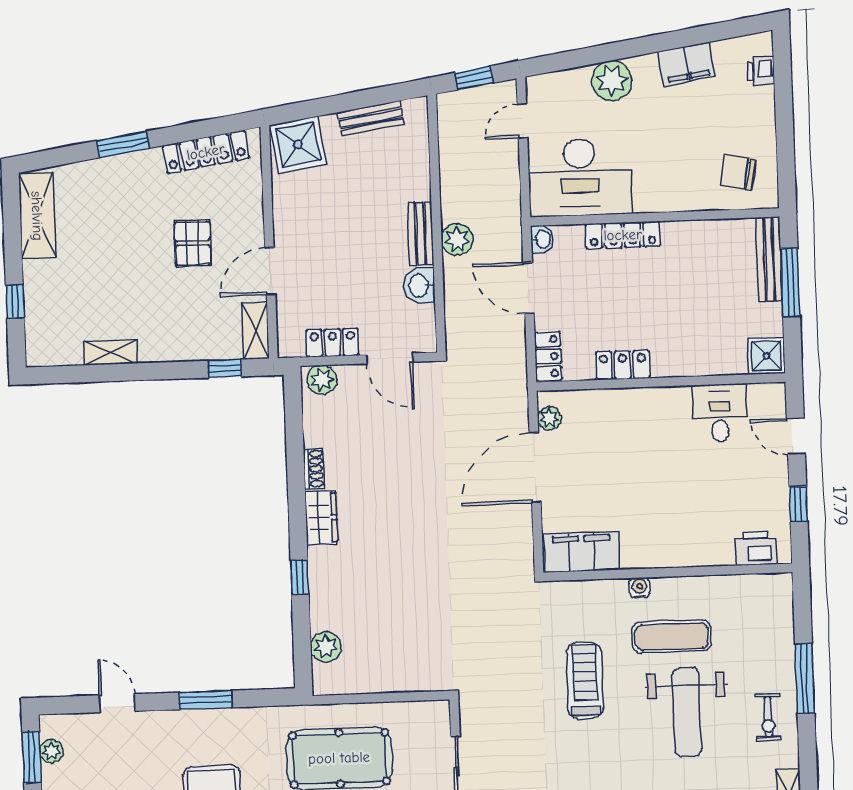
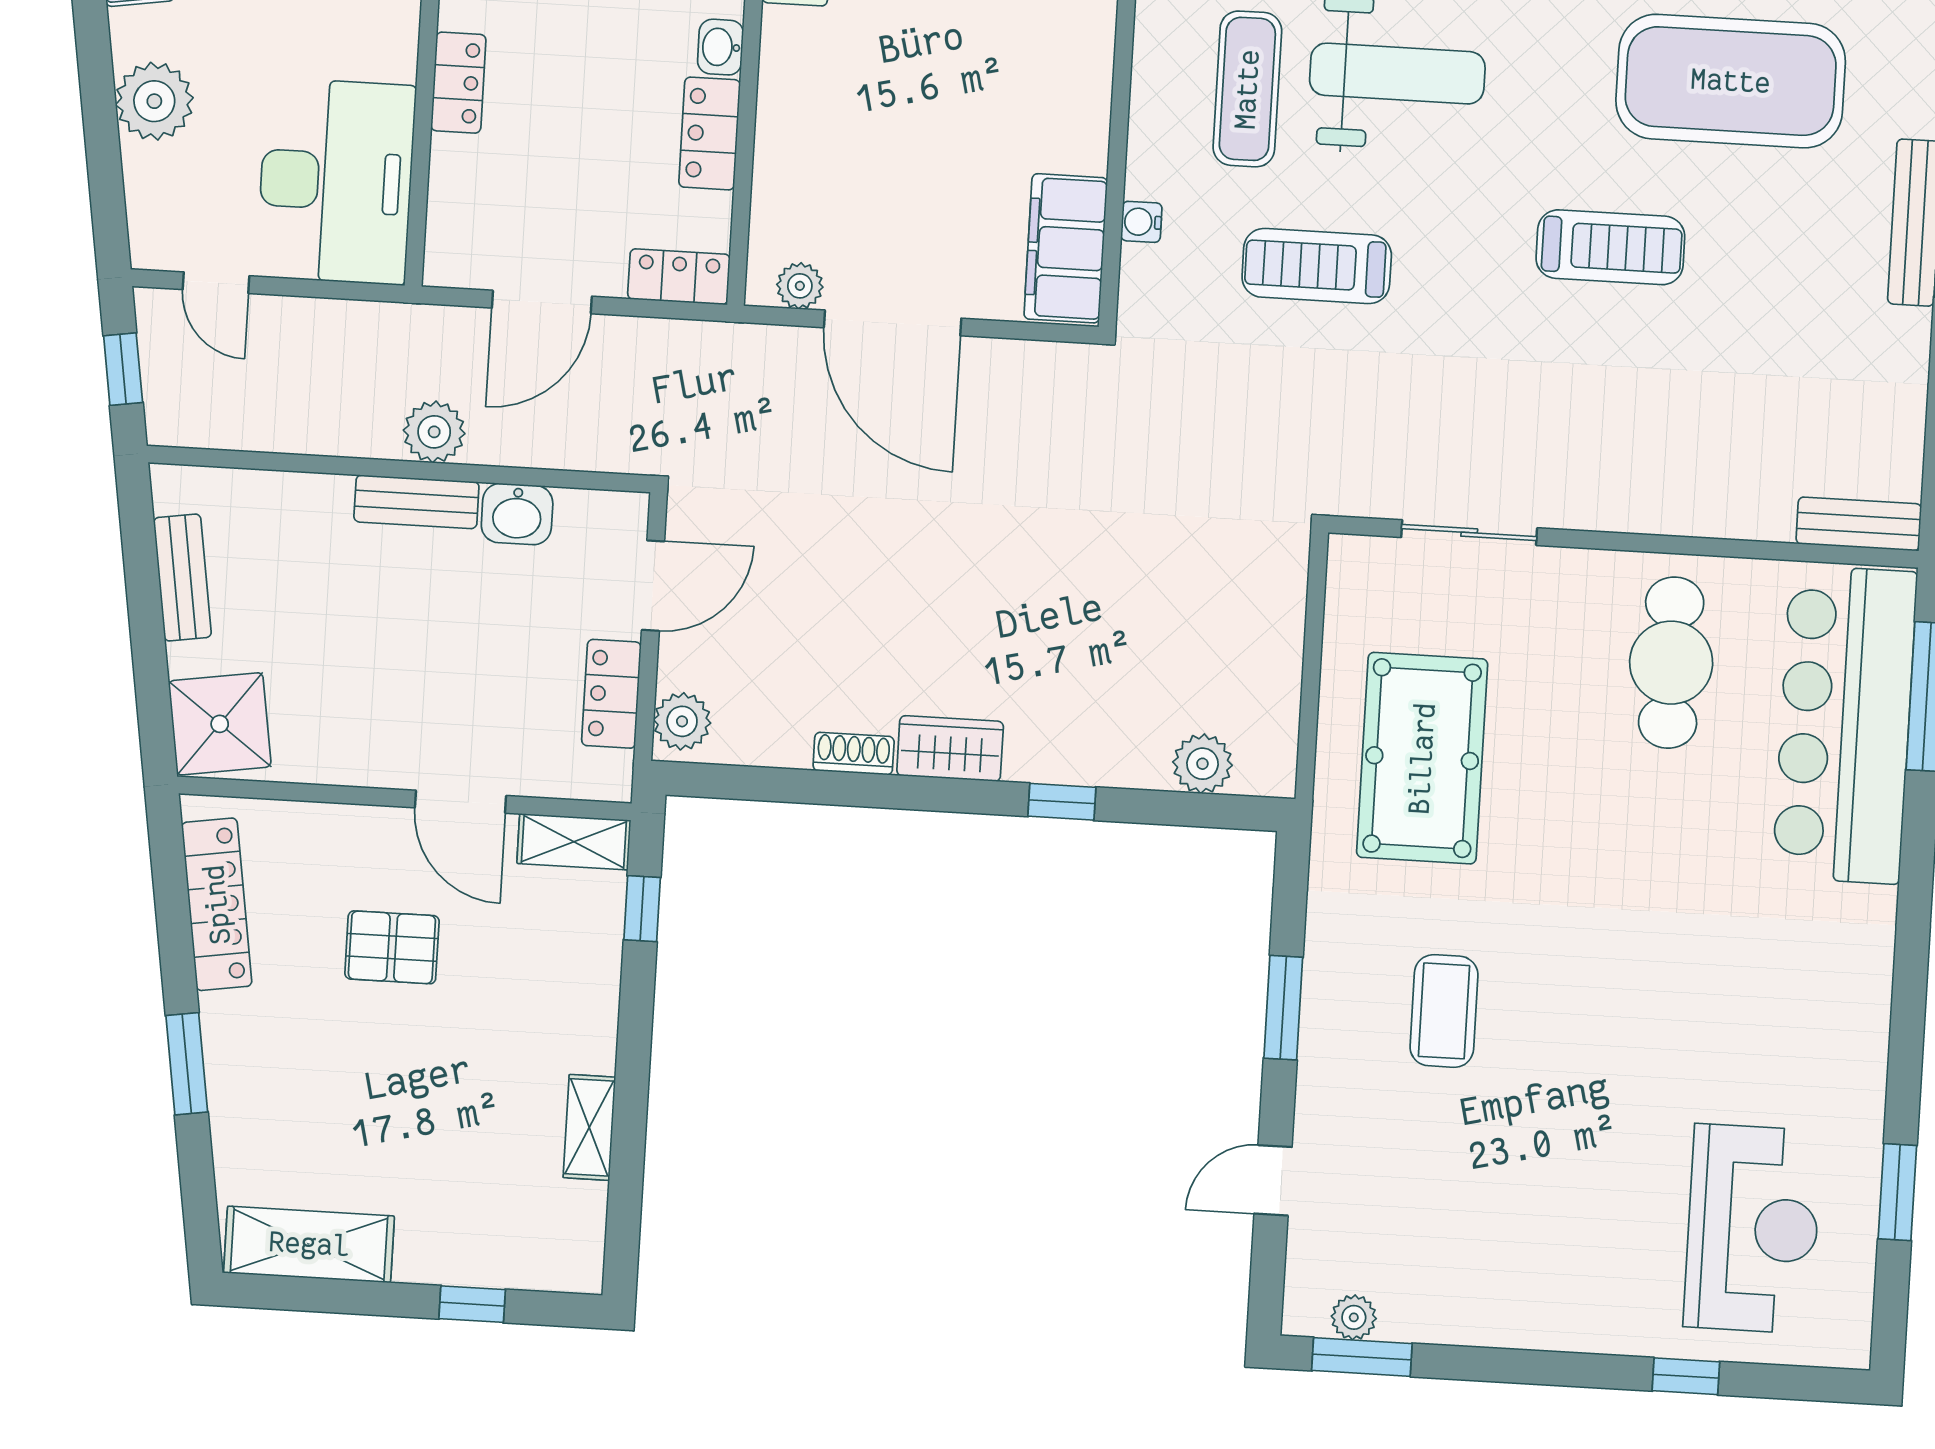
locker: (623, 235) -> (458, 83), width x0.66
washbasin: (542, 239) -> (720, 47), moved, turned -90
water cooler: (640, 588) -> (1141, 222), moved

